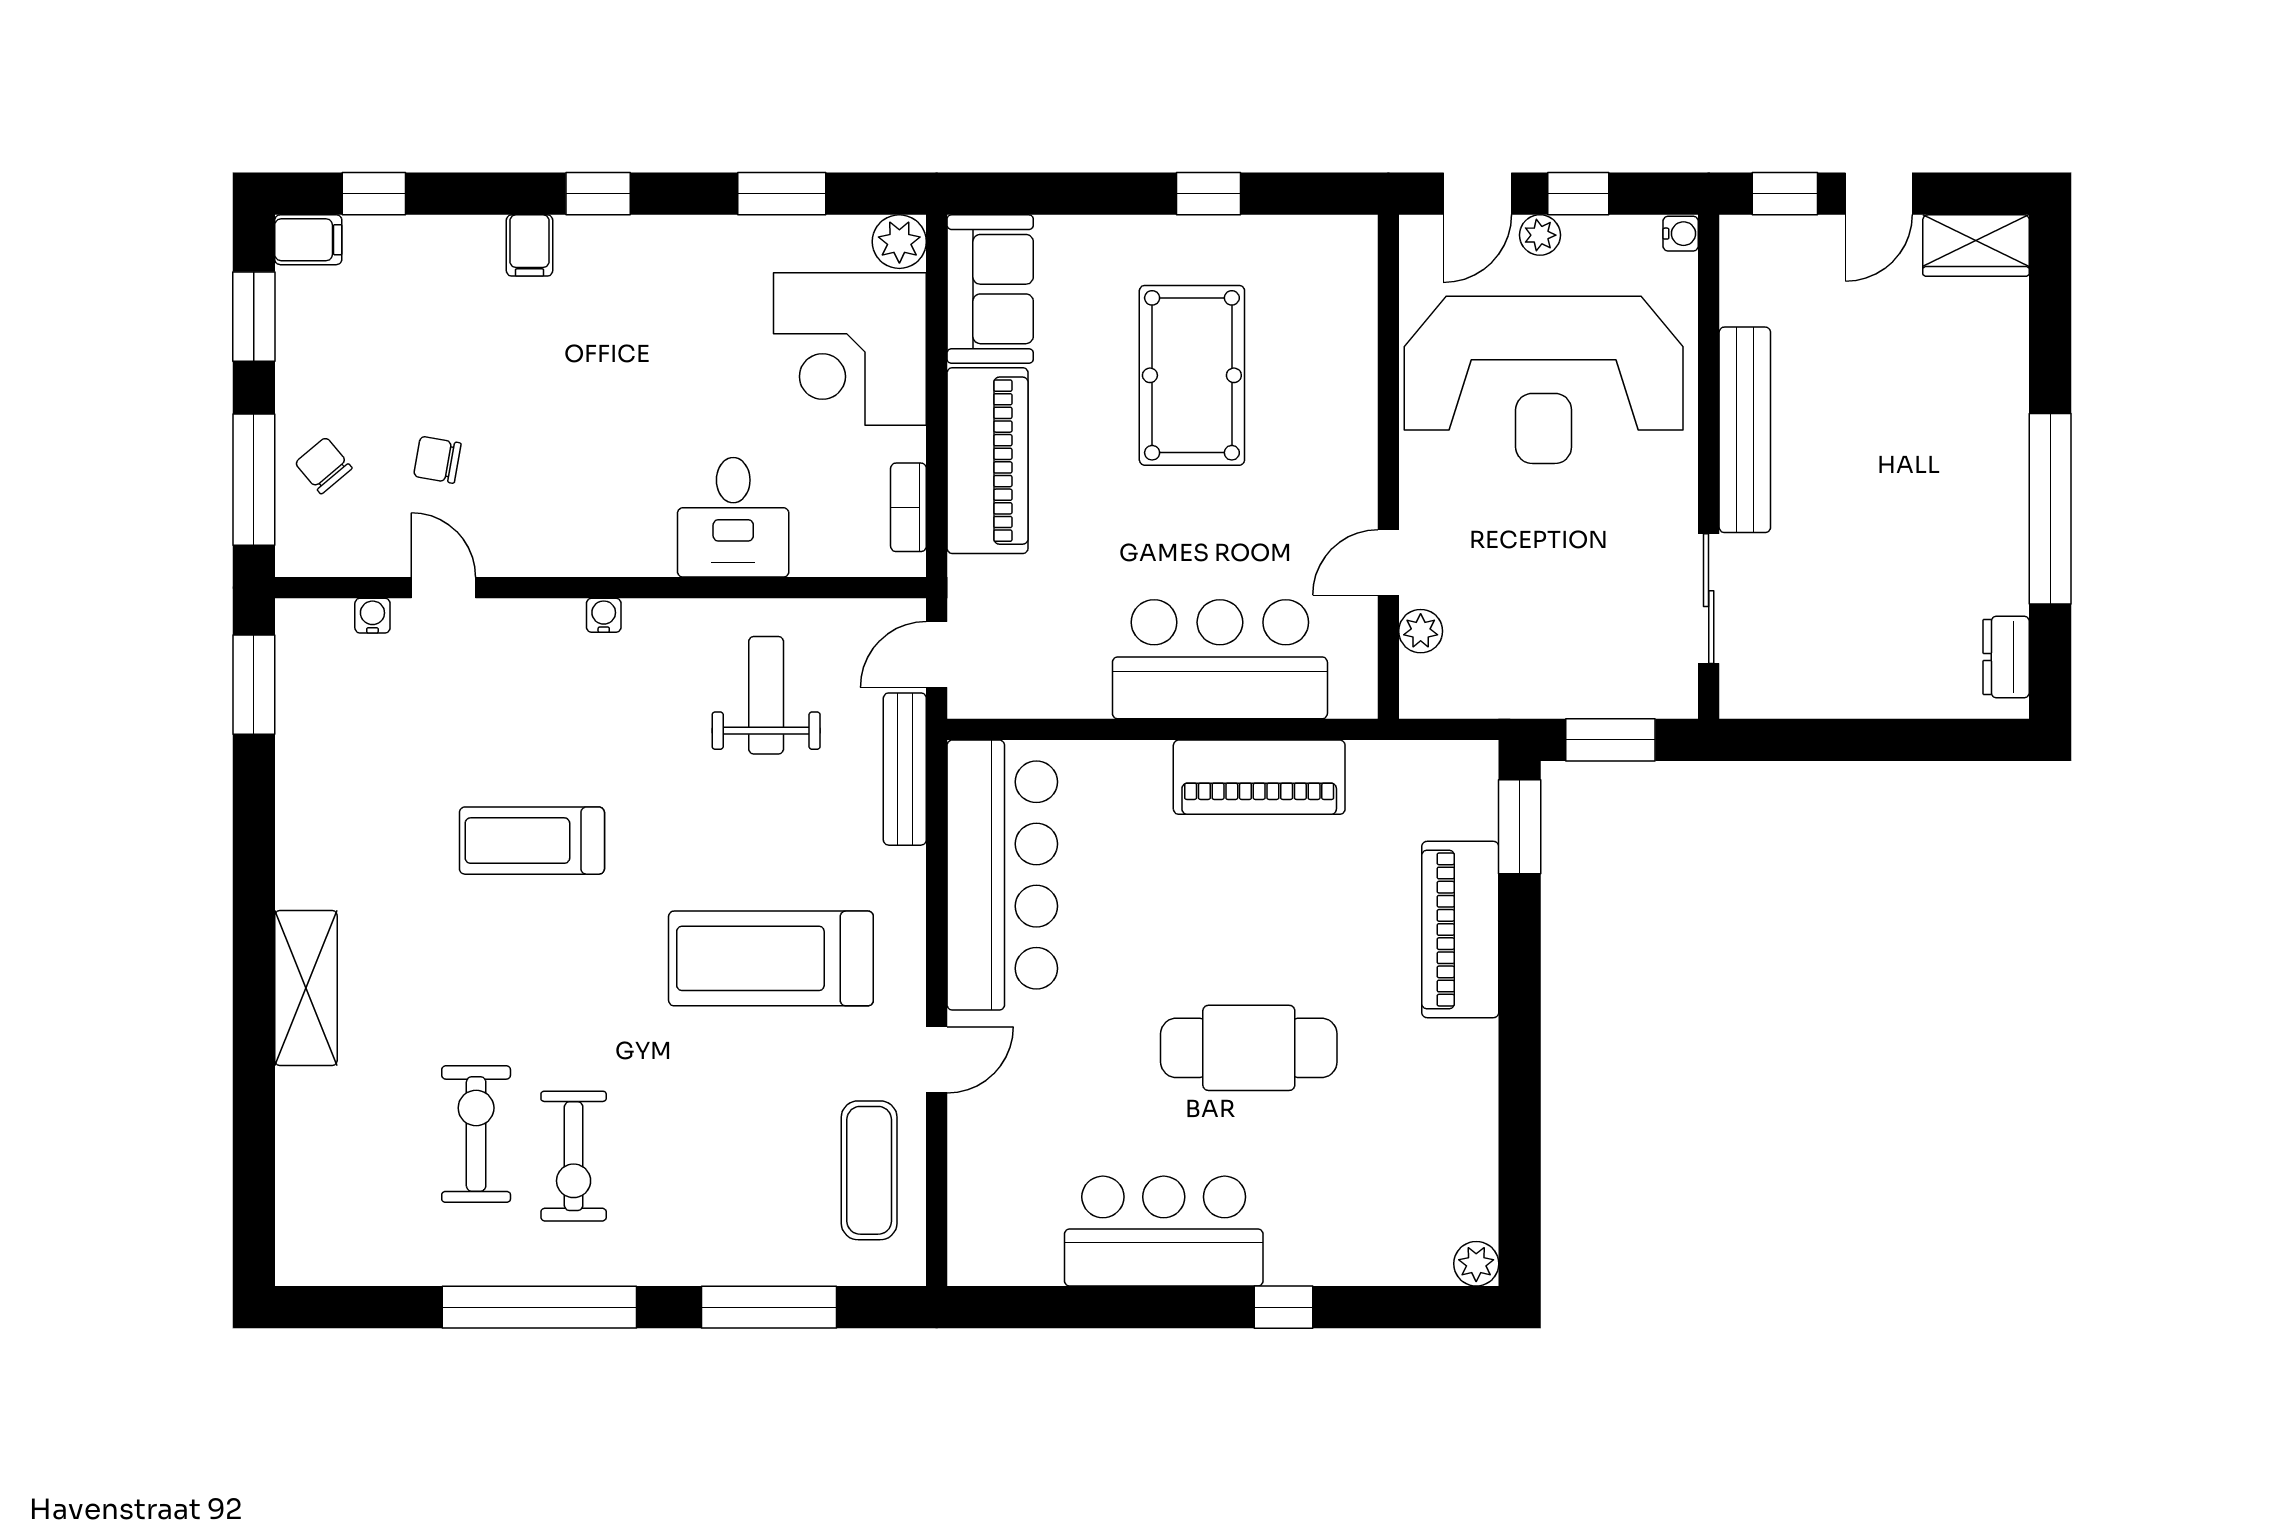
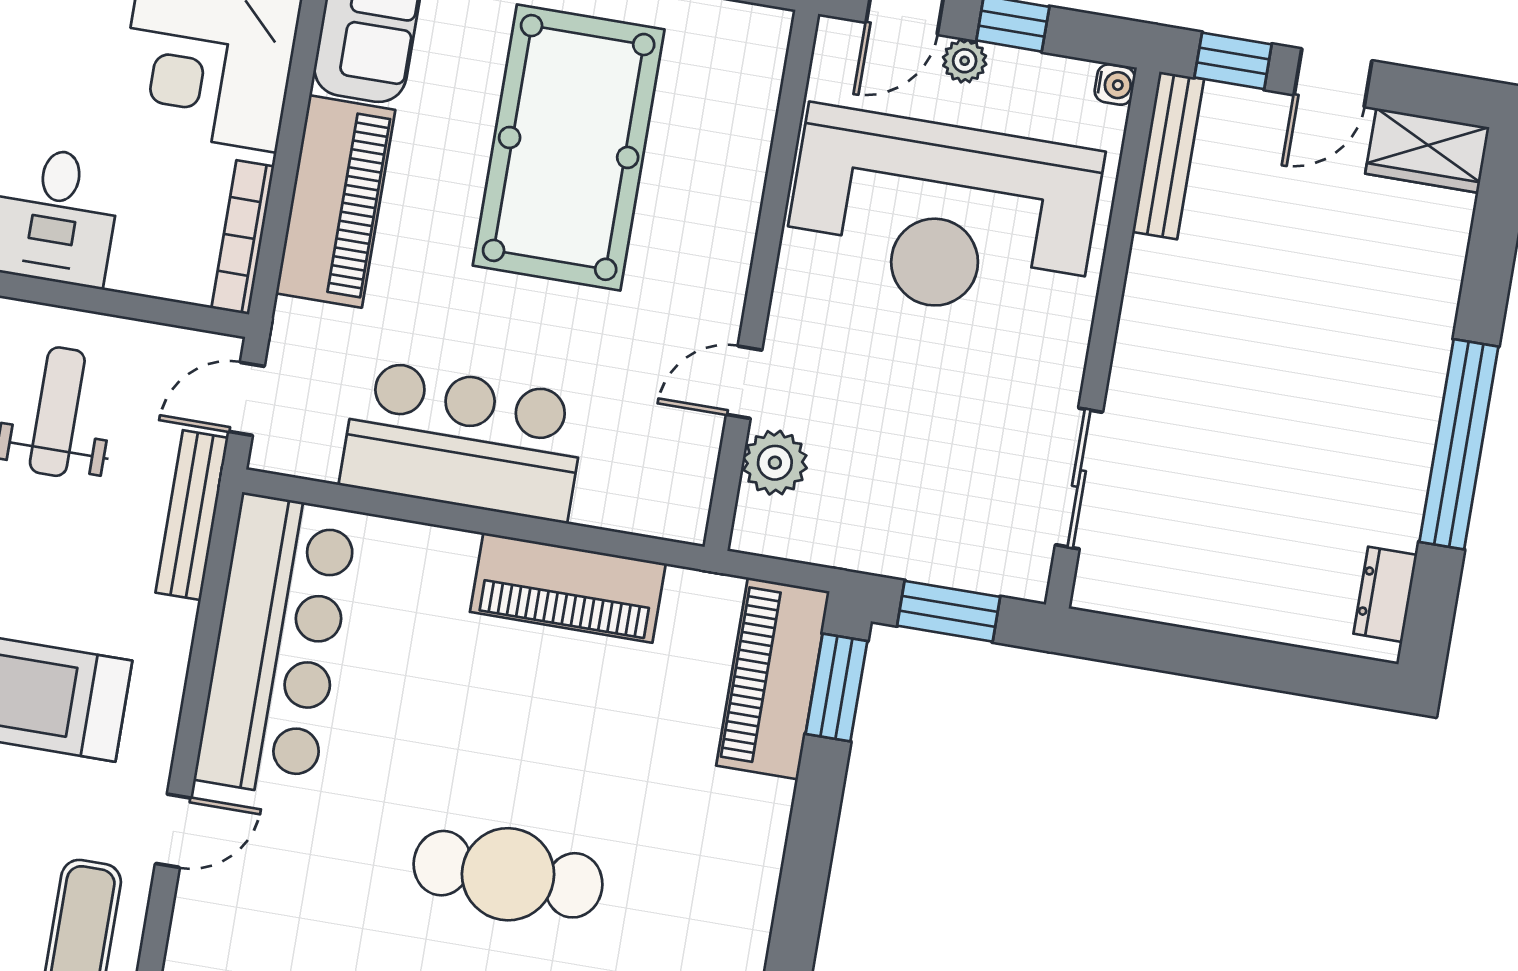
pool table: (1192, 375) -> (569, 147), width x1.36, depth x1.32
bench: (1745, 430) -> (1168, 155), moved, width x0.73, depth x0.82
bookcase: (908, 507) -> (243, 237), width x1.56
plant: (1421, 631) -> (775, 463), width x1.38, depth x1.38
bar counter: (1220, 659) -> (463, 441), moved
piano: (1460, 930) -> (773, 678), moved

